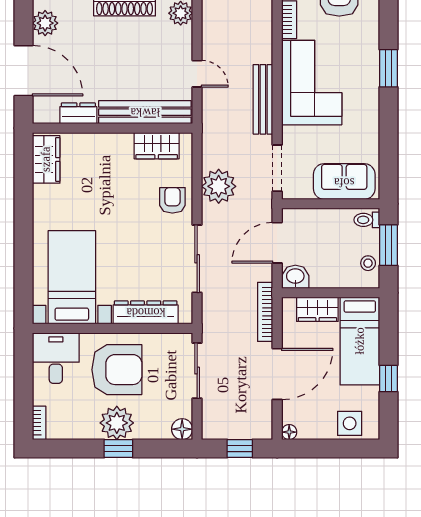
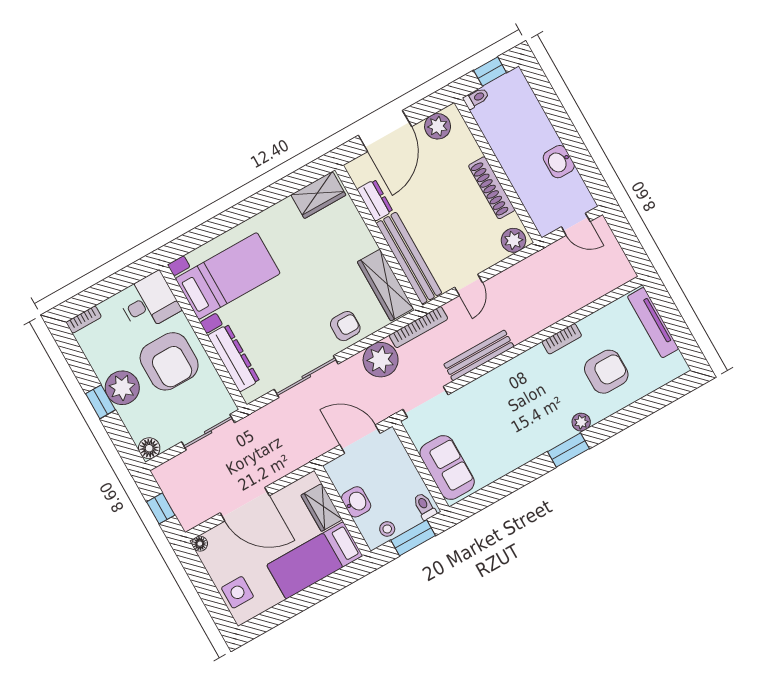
plant: (370, 44) -> (581, 422), added
corner sofa: (312, 83) -> (518, 390), removed
wardrobe: (157, 146) -> (385, 285), width x1.50
washbasin: (295, 277) -> (356, 502), moved
bookcase: (265, 312) -> (418, 327), moved, turned 180
window: (388, 379) -> (296, 604), removed

